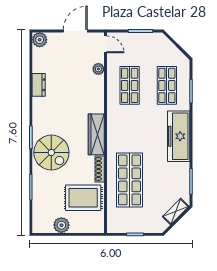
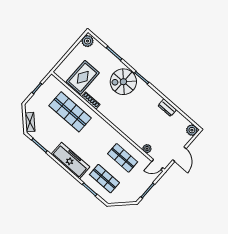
wardrobe: (96, 134) -> (112, 116), removed
plant: (61, 225) -> (87, 41), moved

